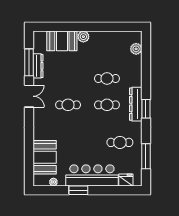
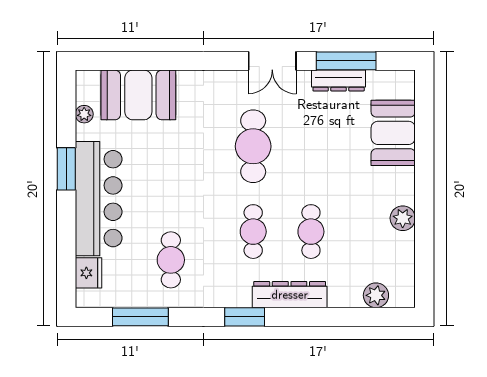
plant: (83, 37) -> (403, 218), moved
dresser: (136, 104) -> (290, 295), moved
cafe table: (68, 105) -> (253, 146), width x1.37, depth x1.35

